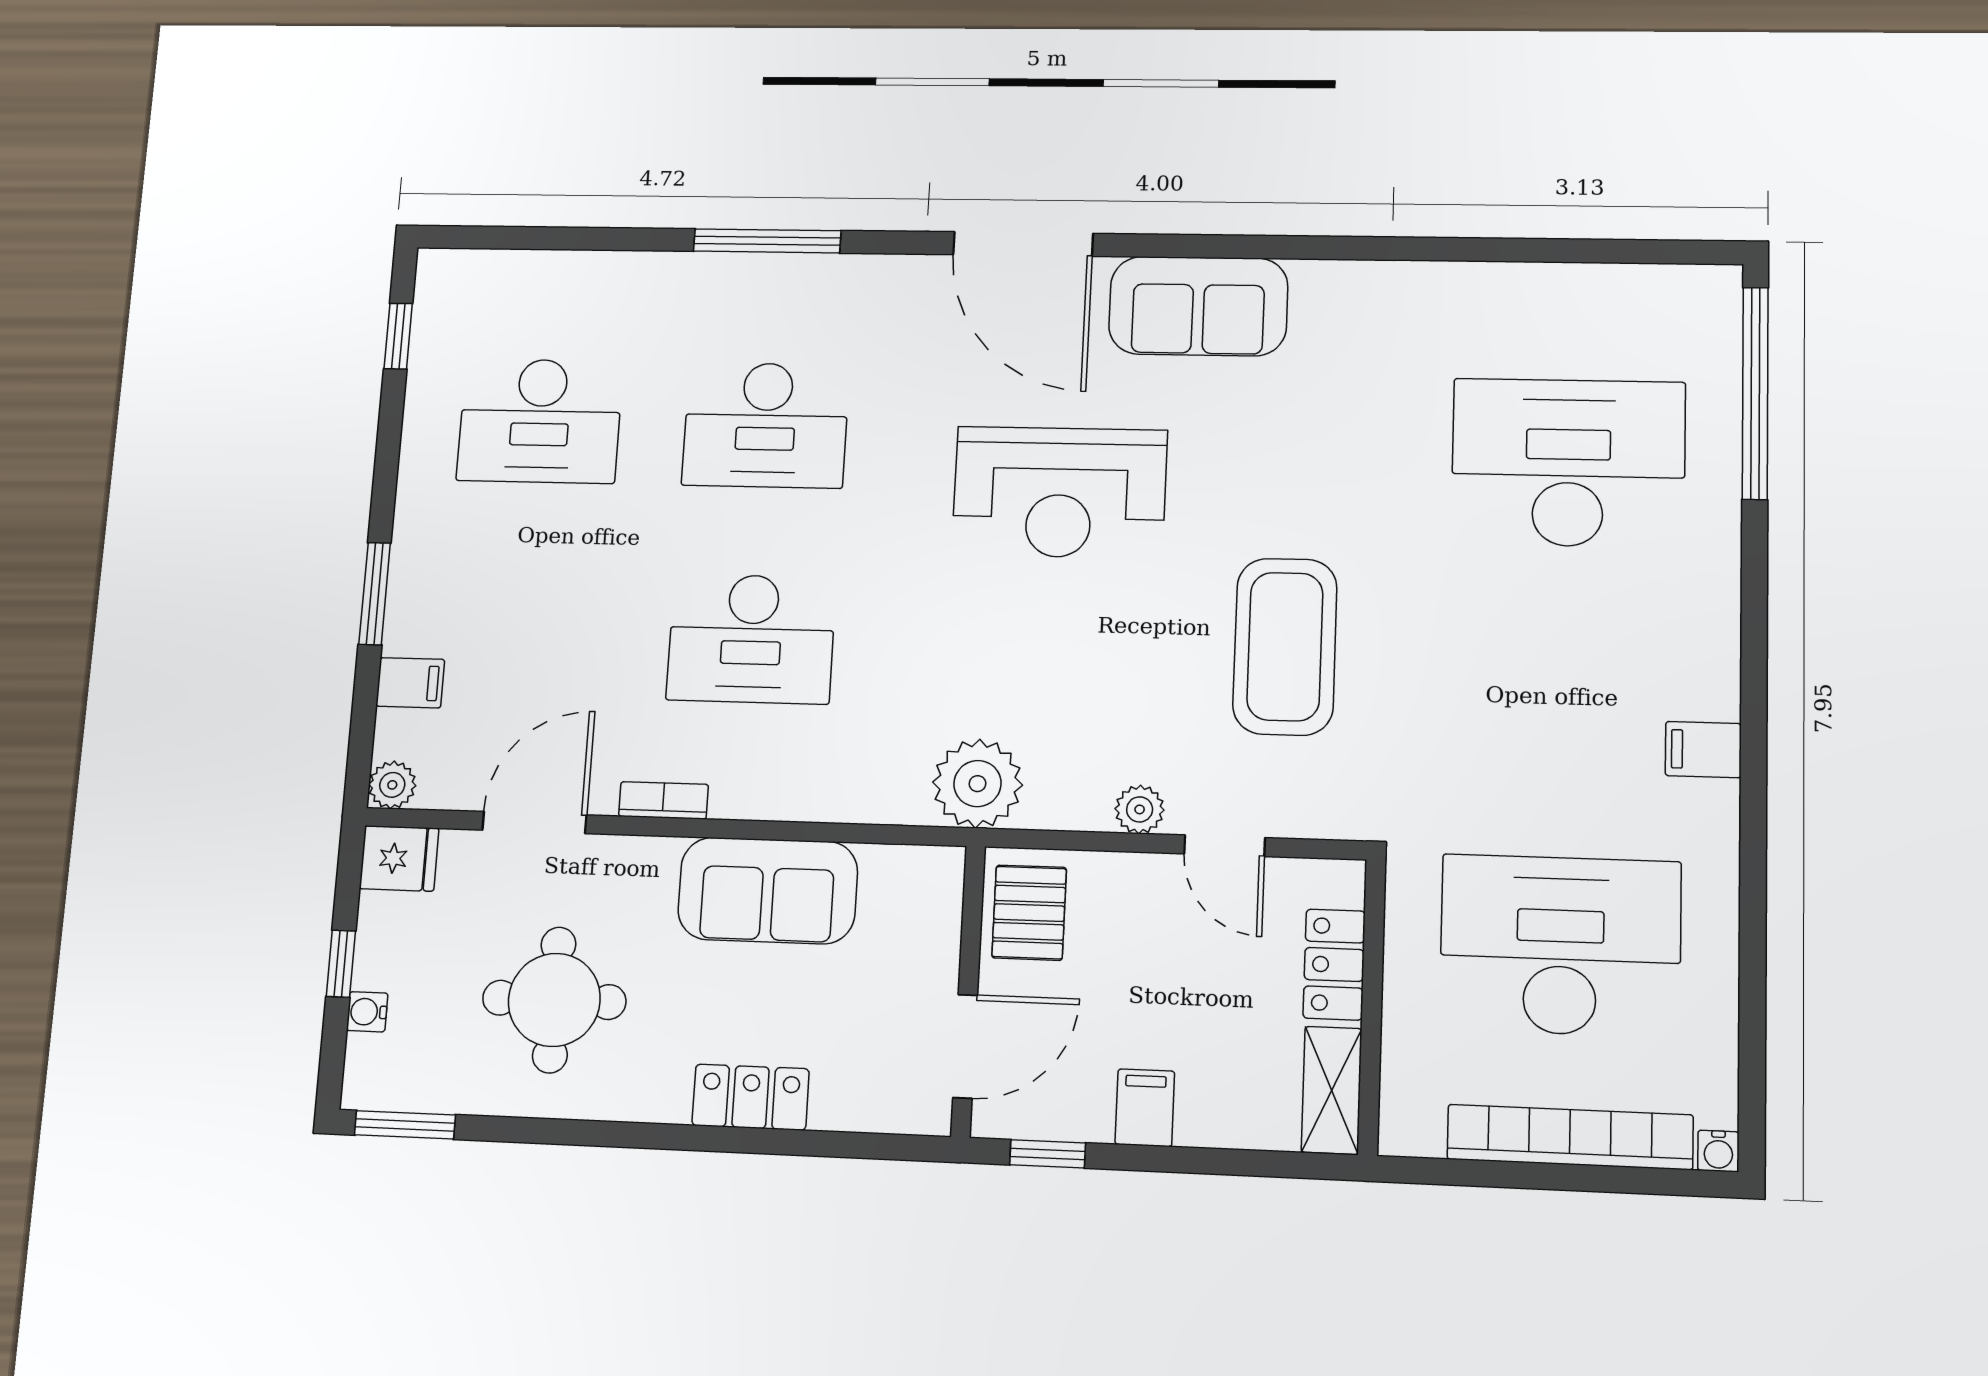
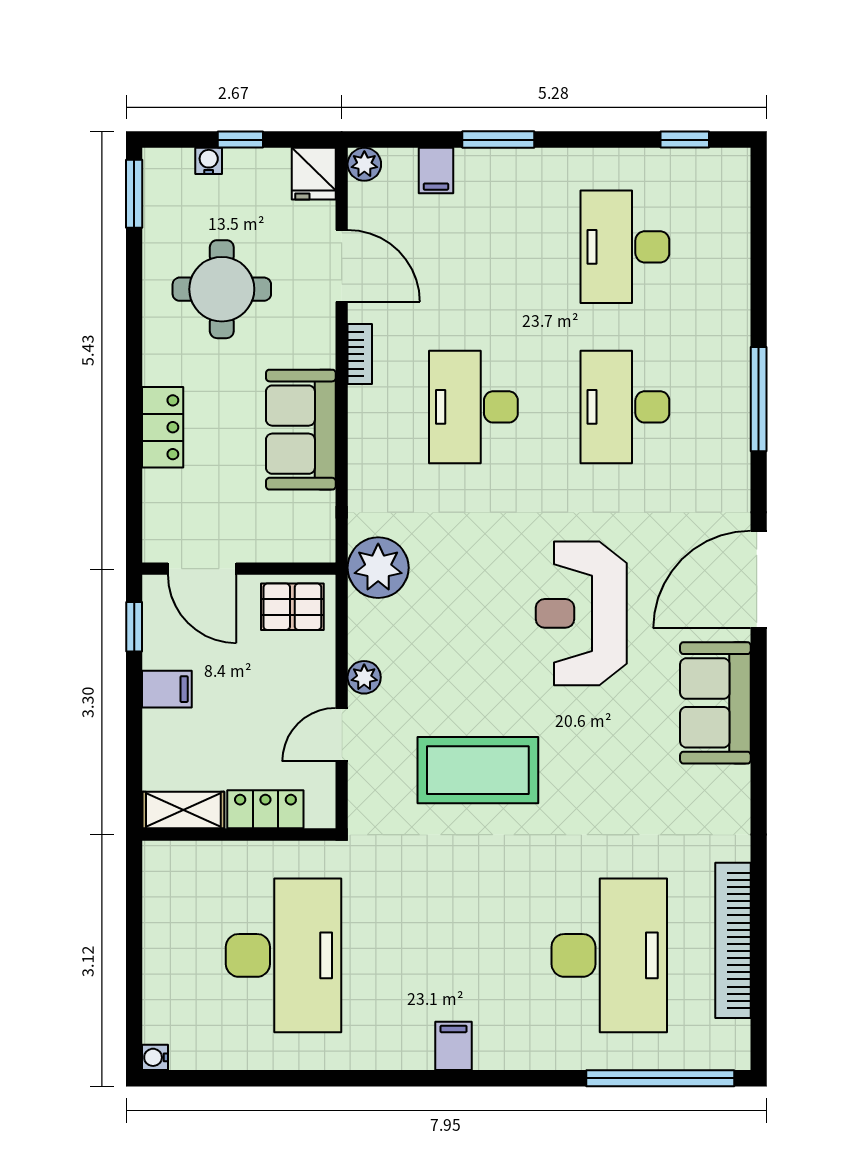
filing cabinet: (1703, 750) -> (454, 1046), moved
bookcase: (1570, 1137) -> (733, 940), moved, turned 180

